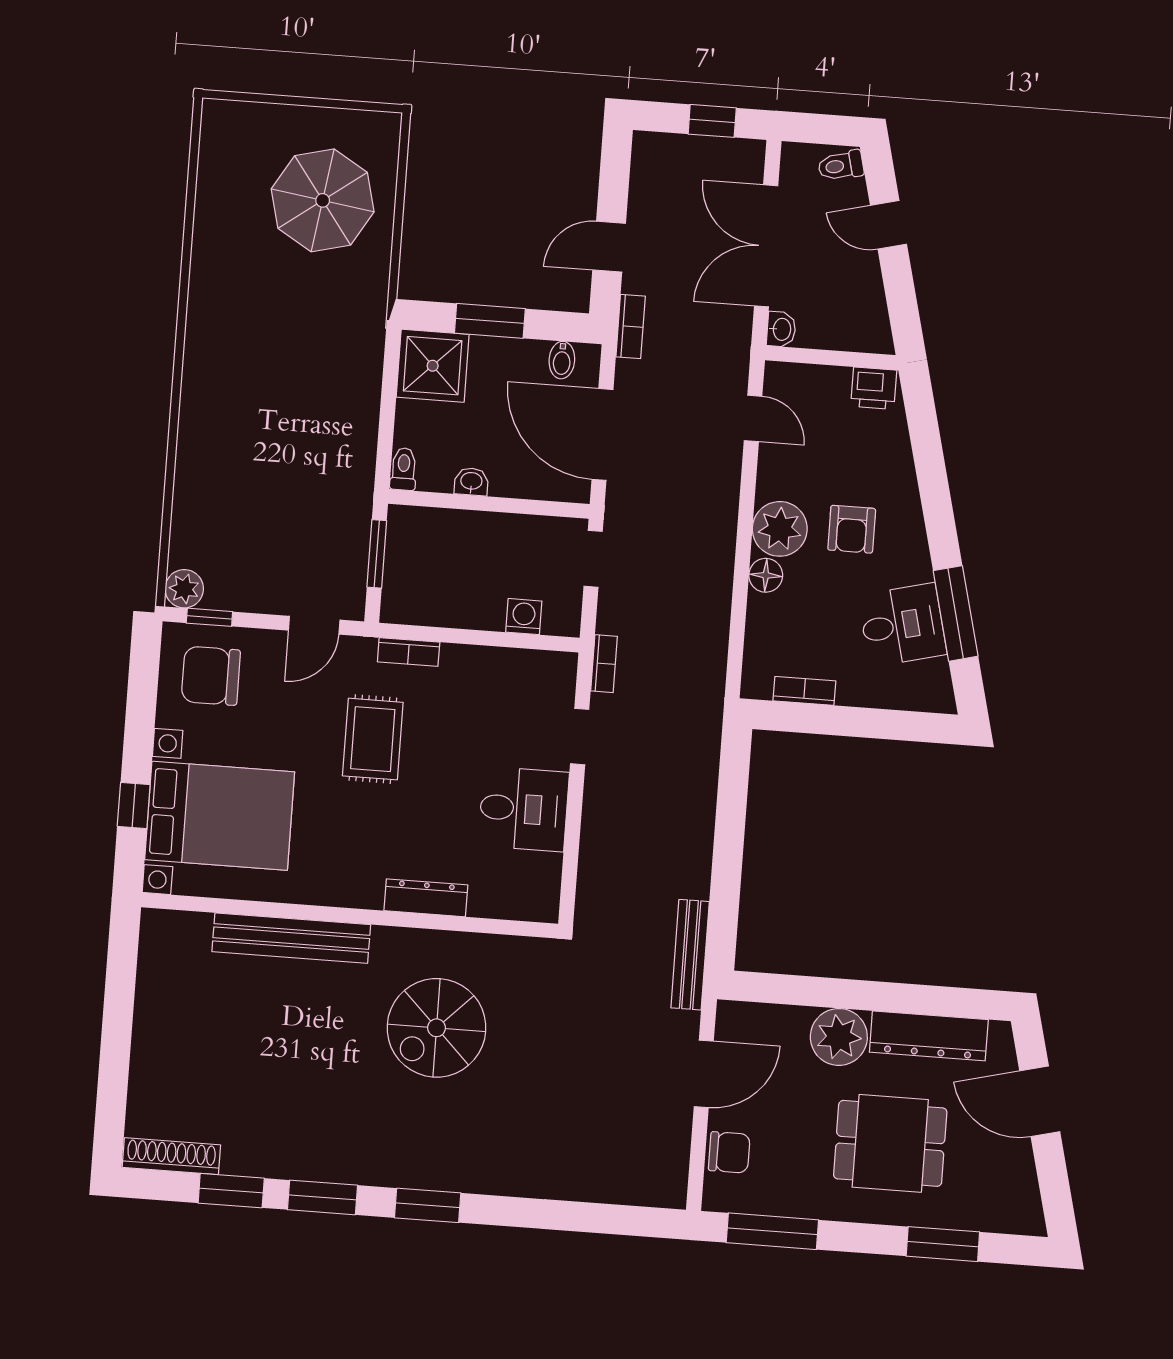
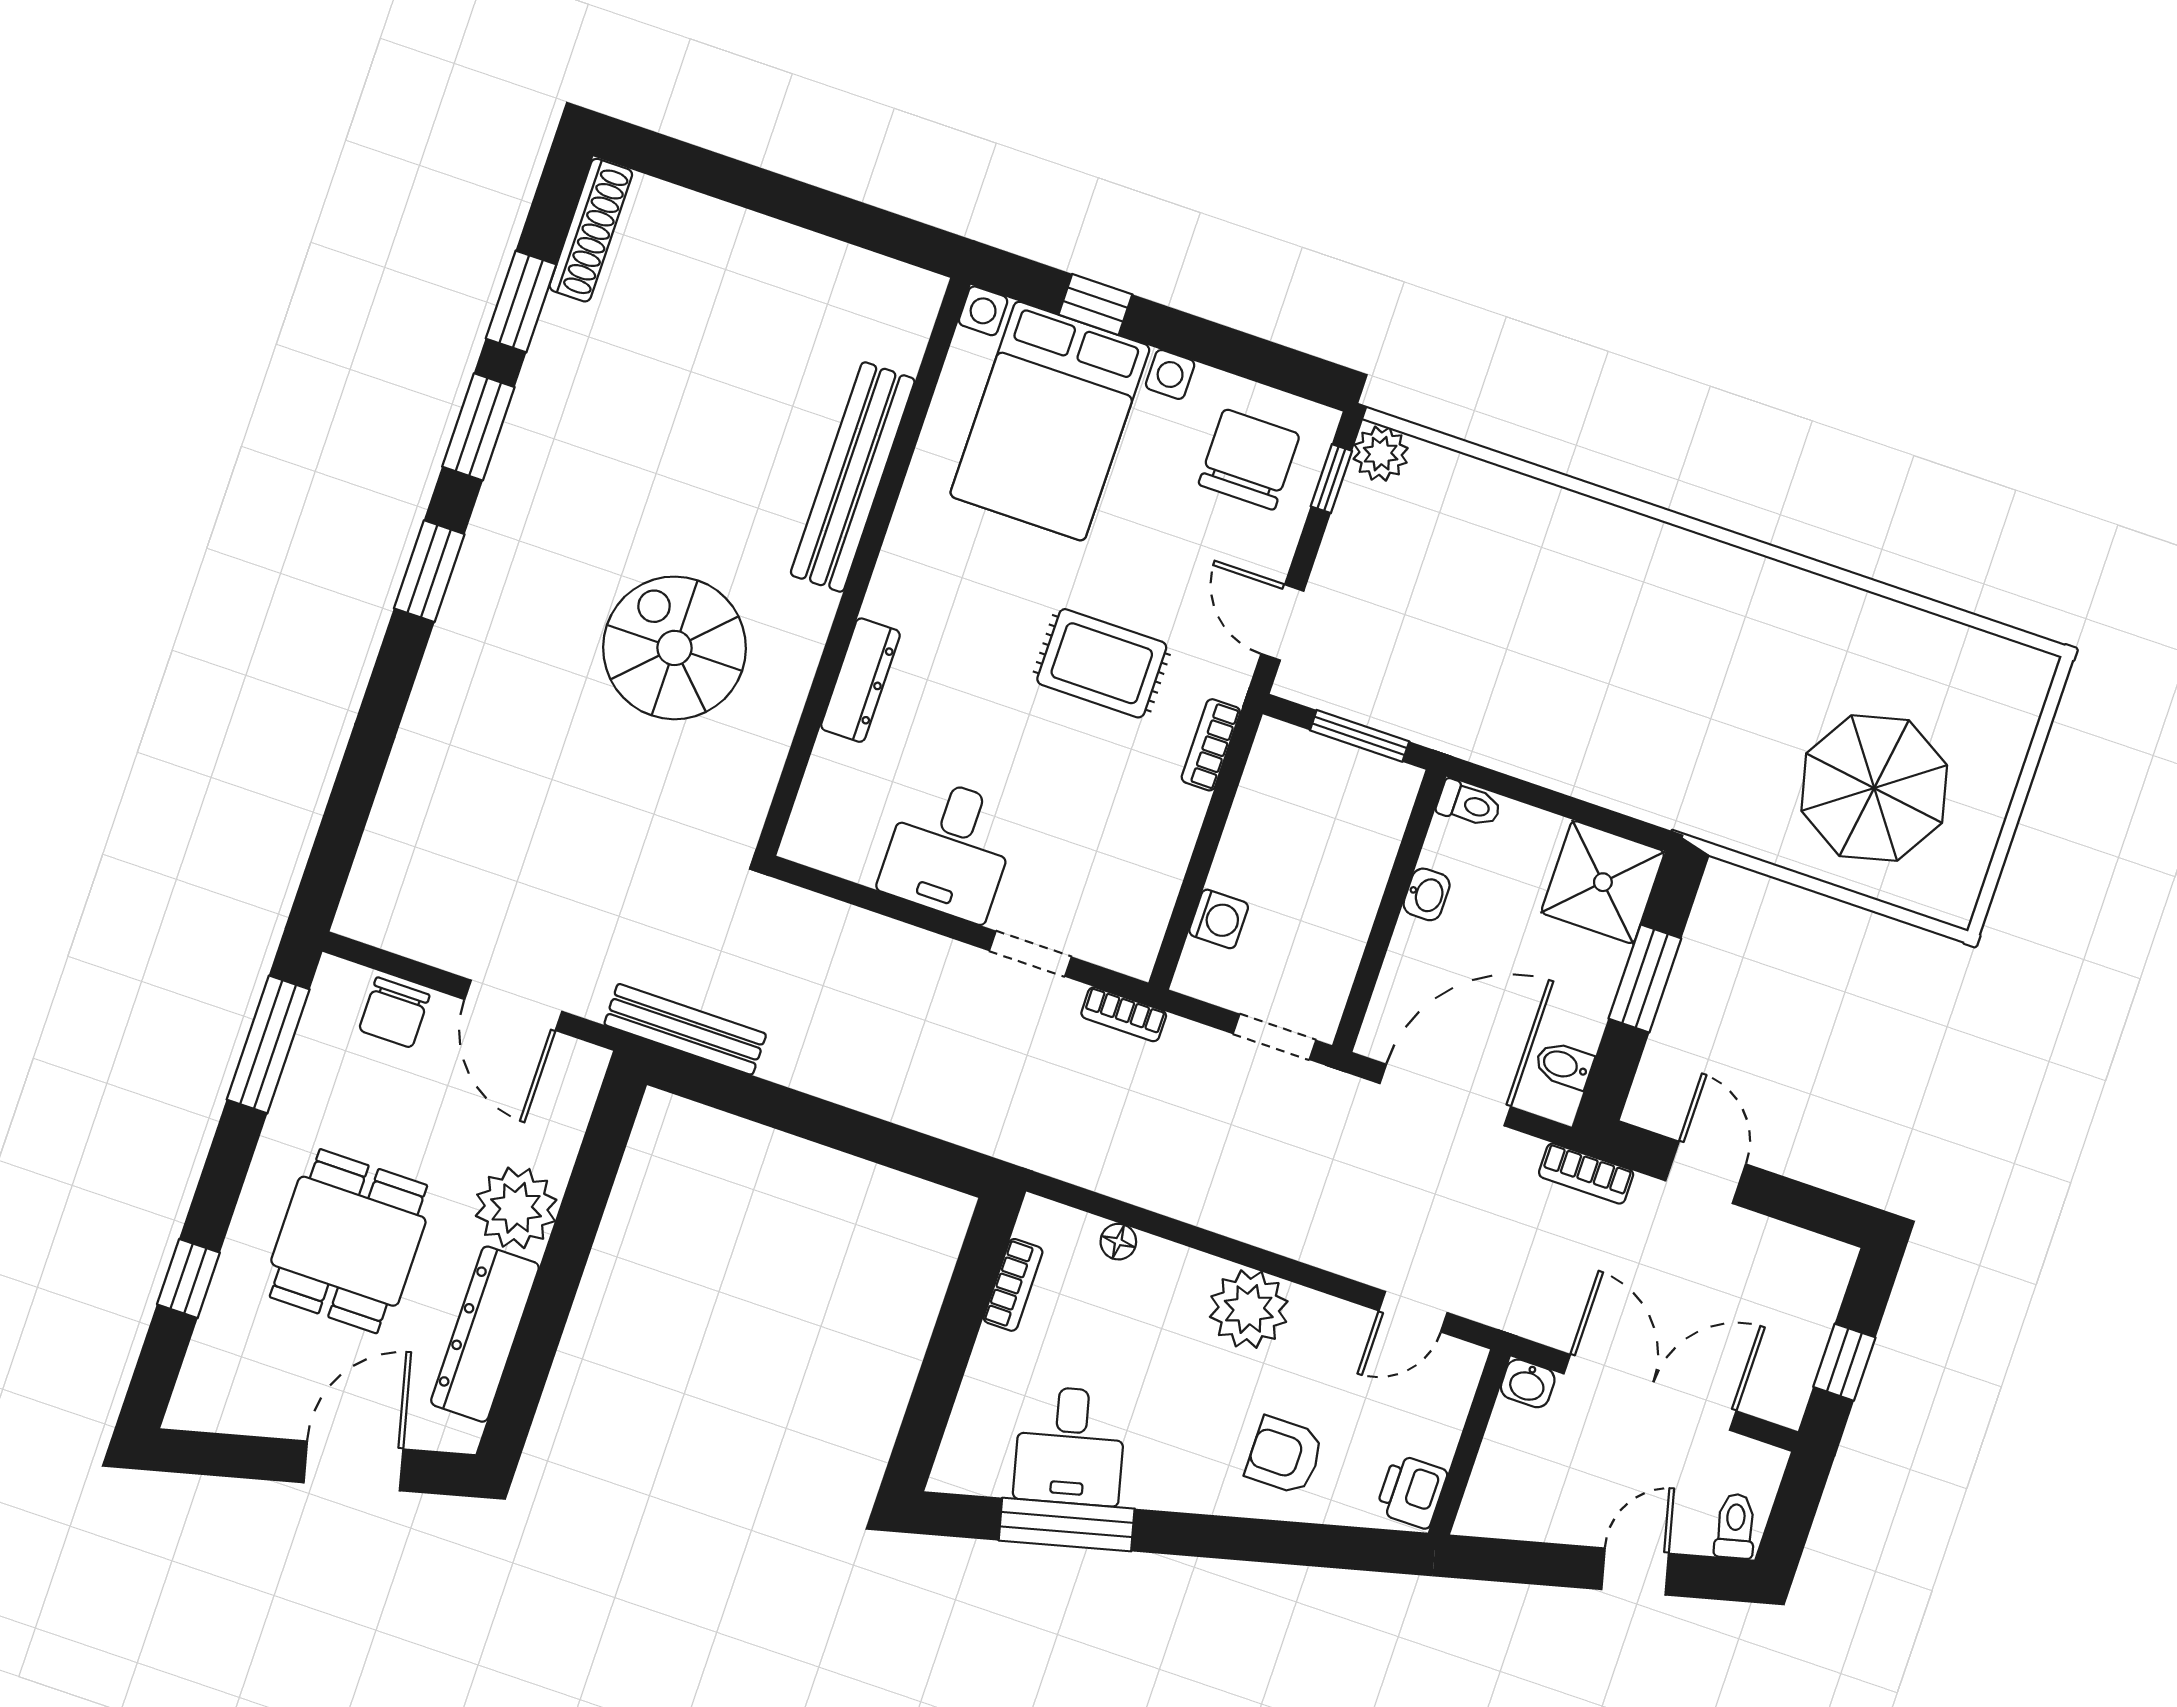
armchair: (852, 529) -> (1285, 1455), moved
floor lamp: (766, 575) -> (1118, 1242), moved, width x0.73, depth x0.73
window: (943, 1244) -> (188, 1278), width x0.67

